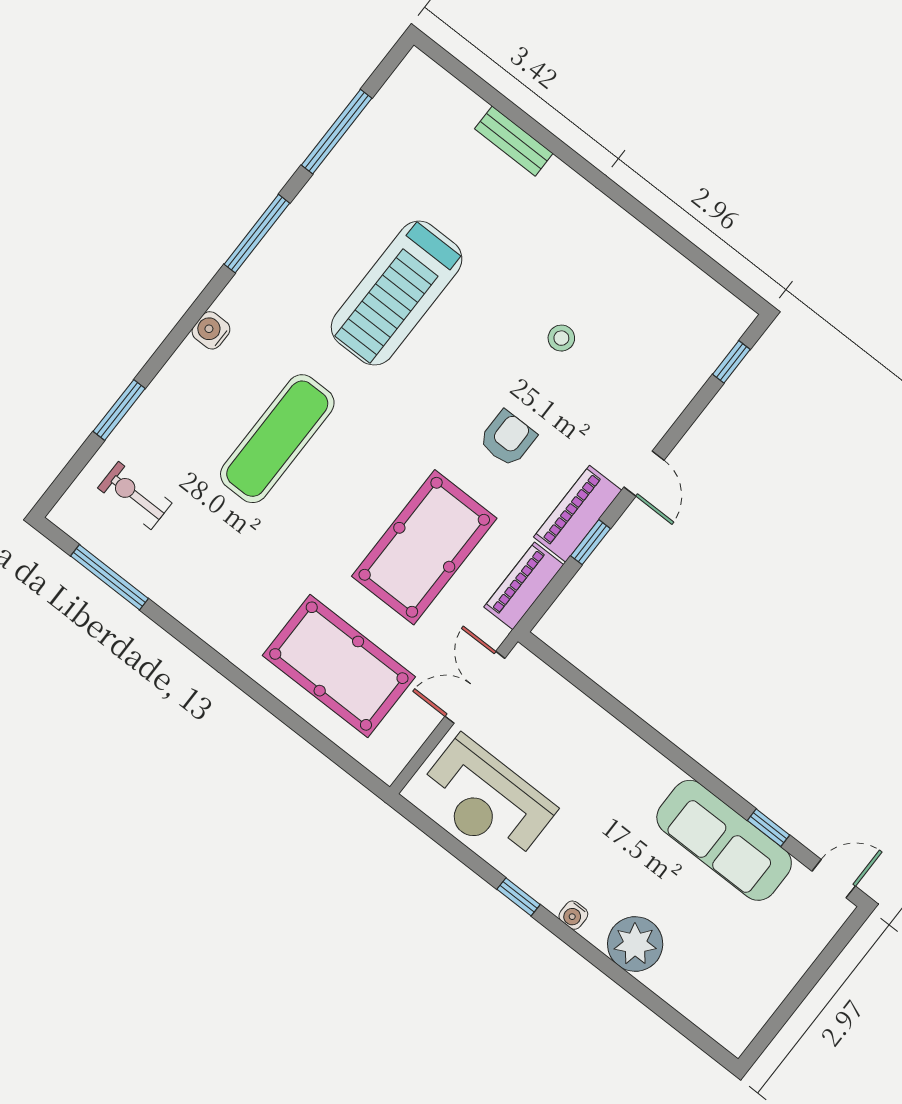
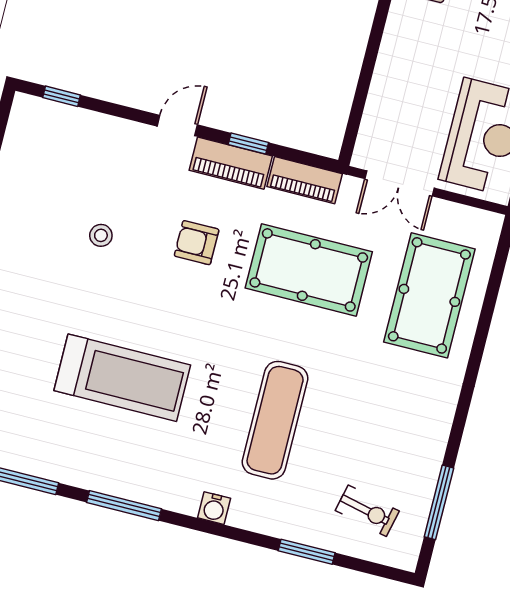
exercise mat: (277, 439) -> (275, 420), turned 90
exercise bike: (135, 495) -> (367, 511), turned -77

